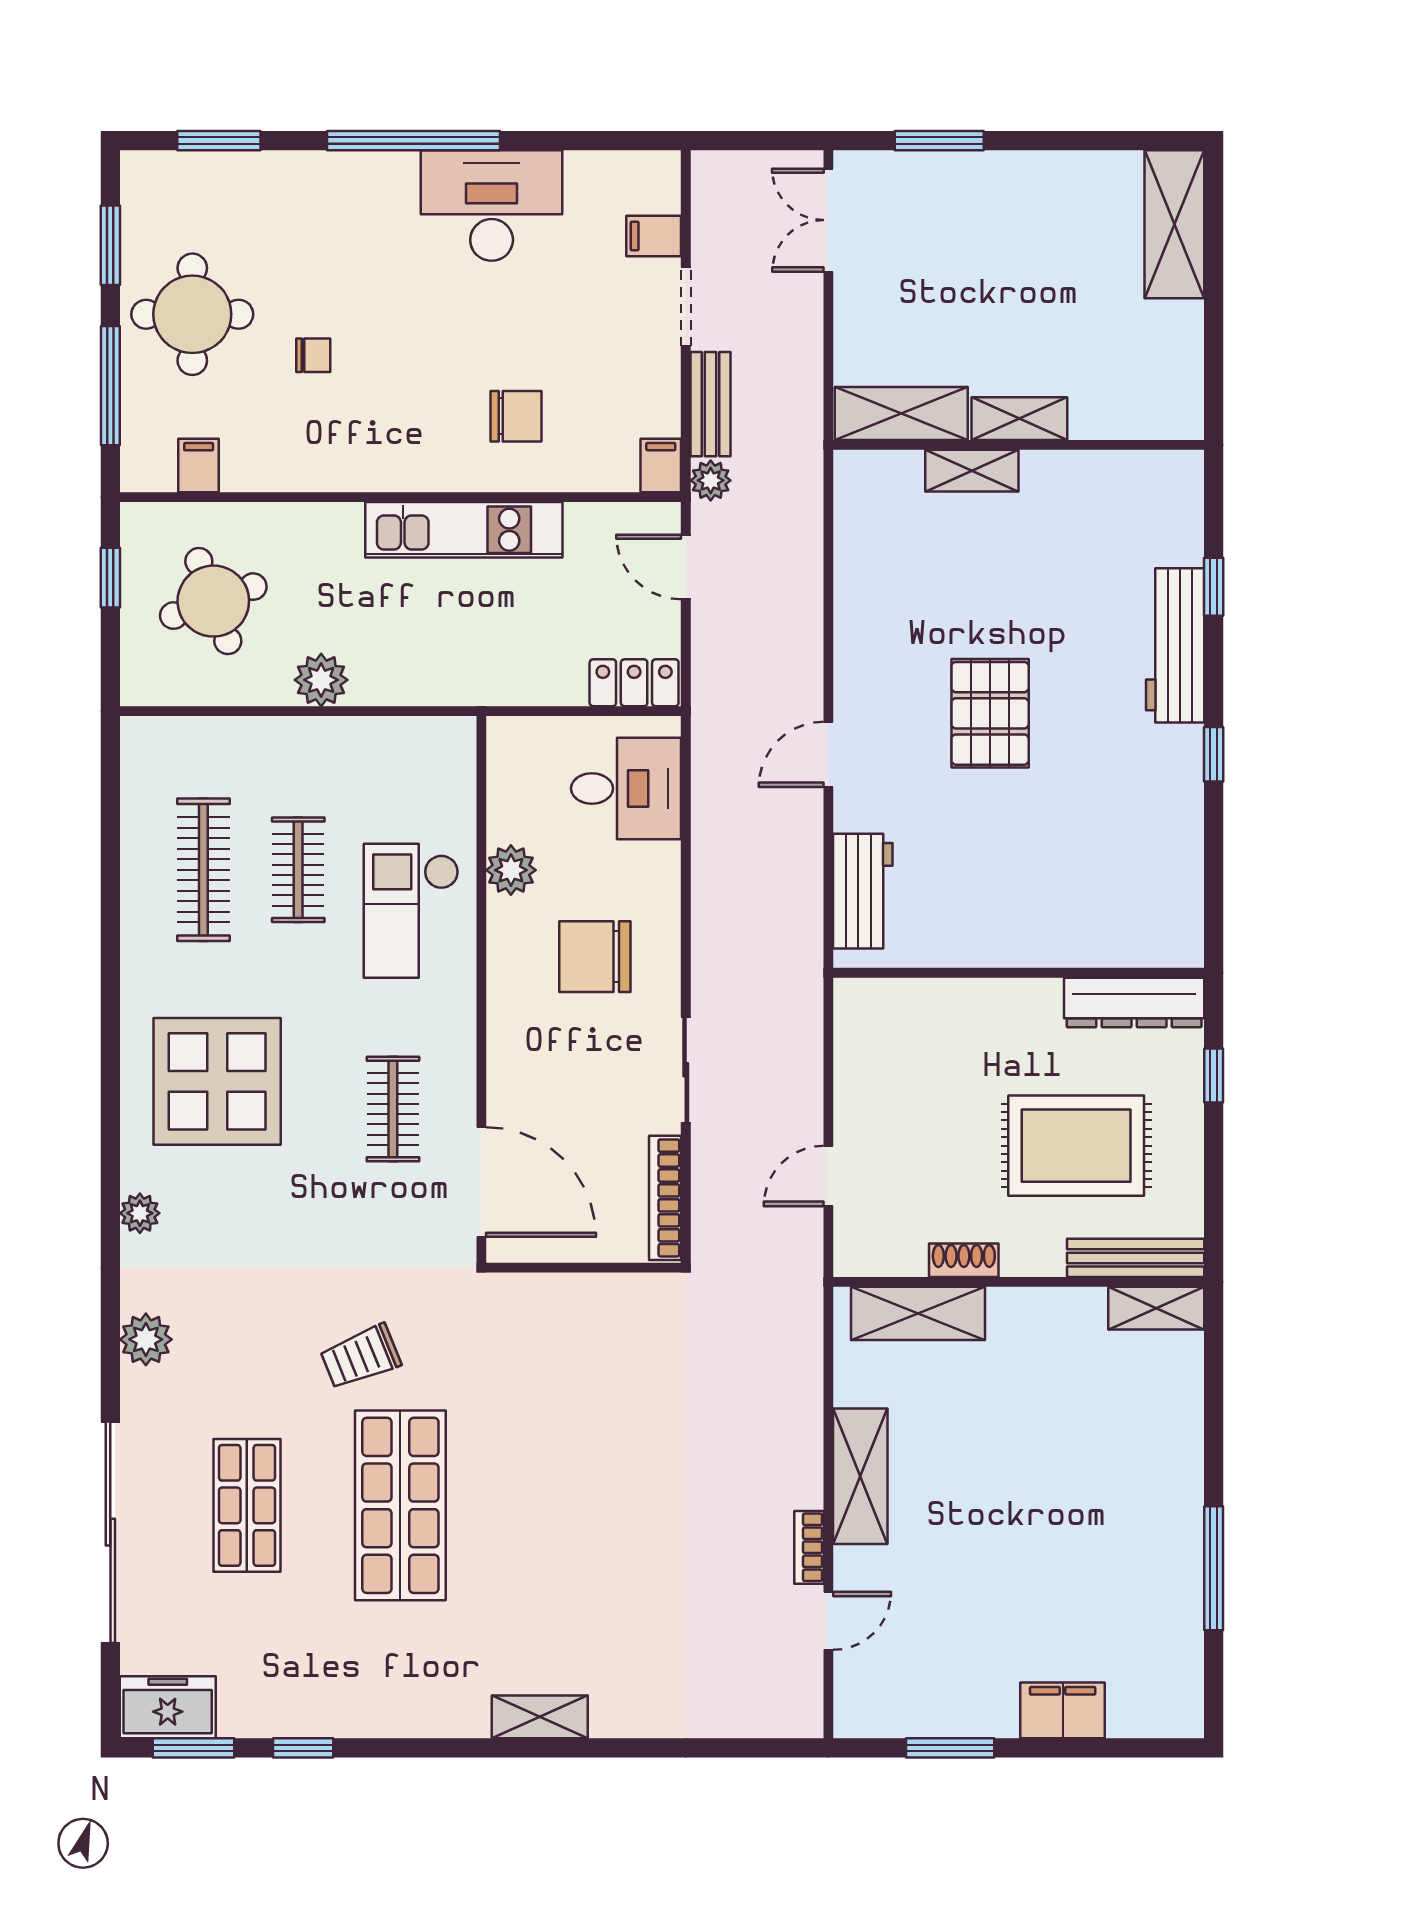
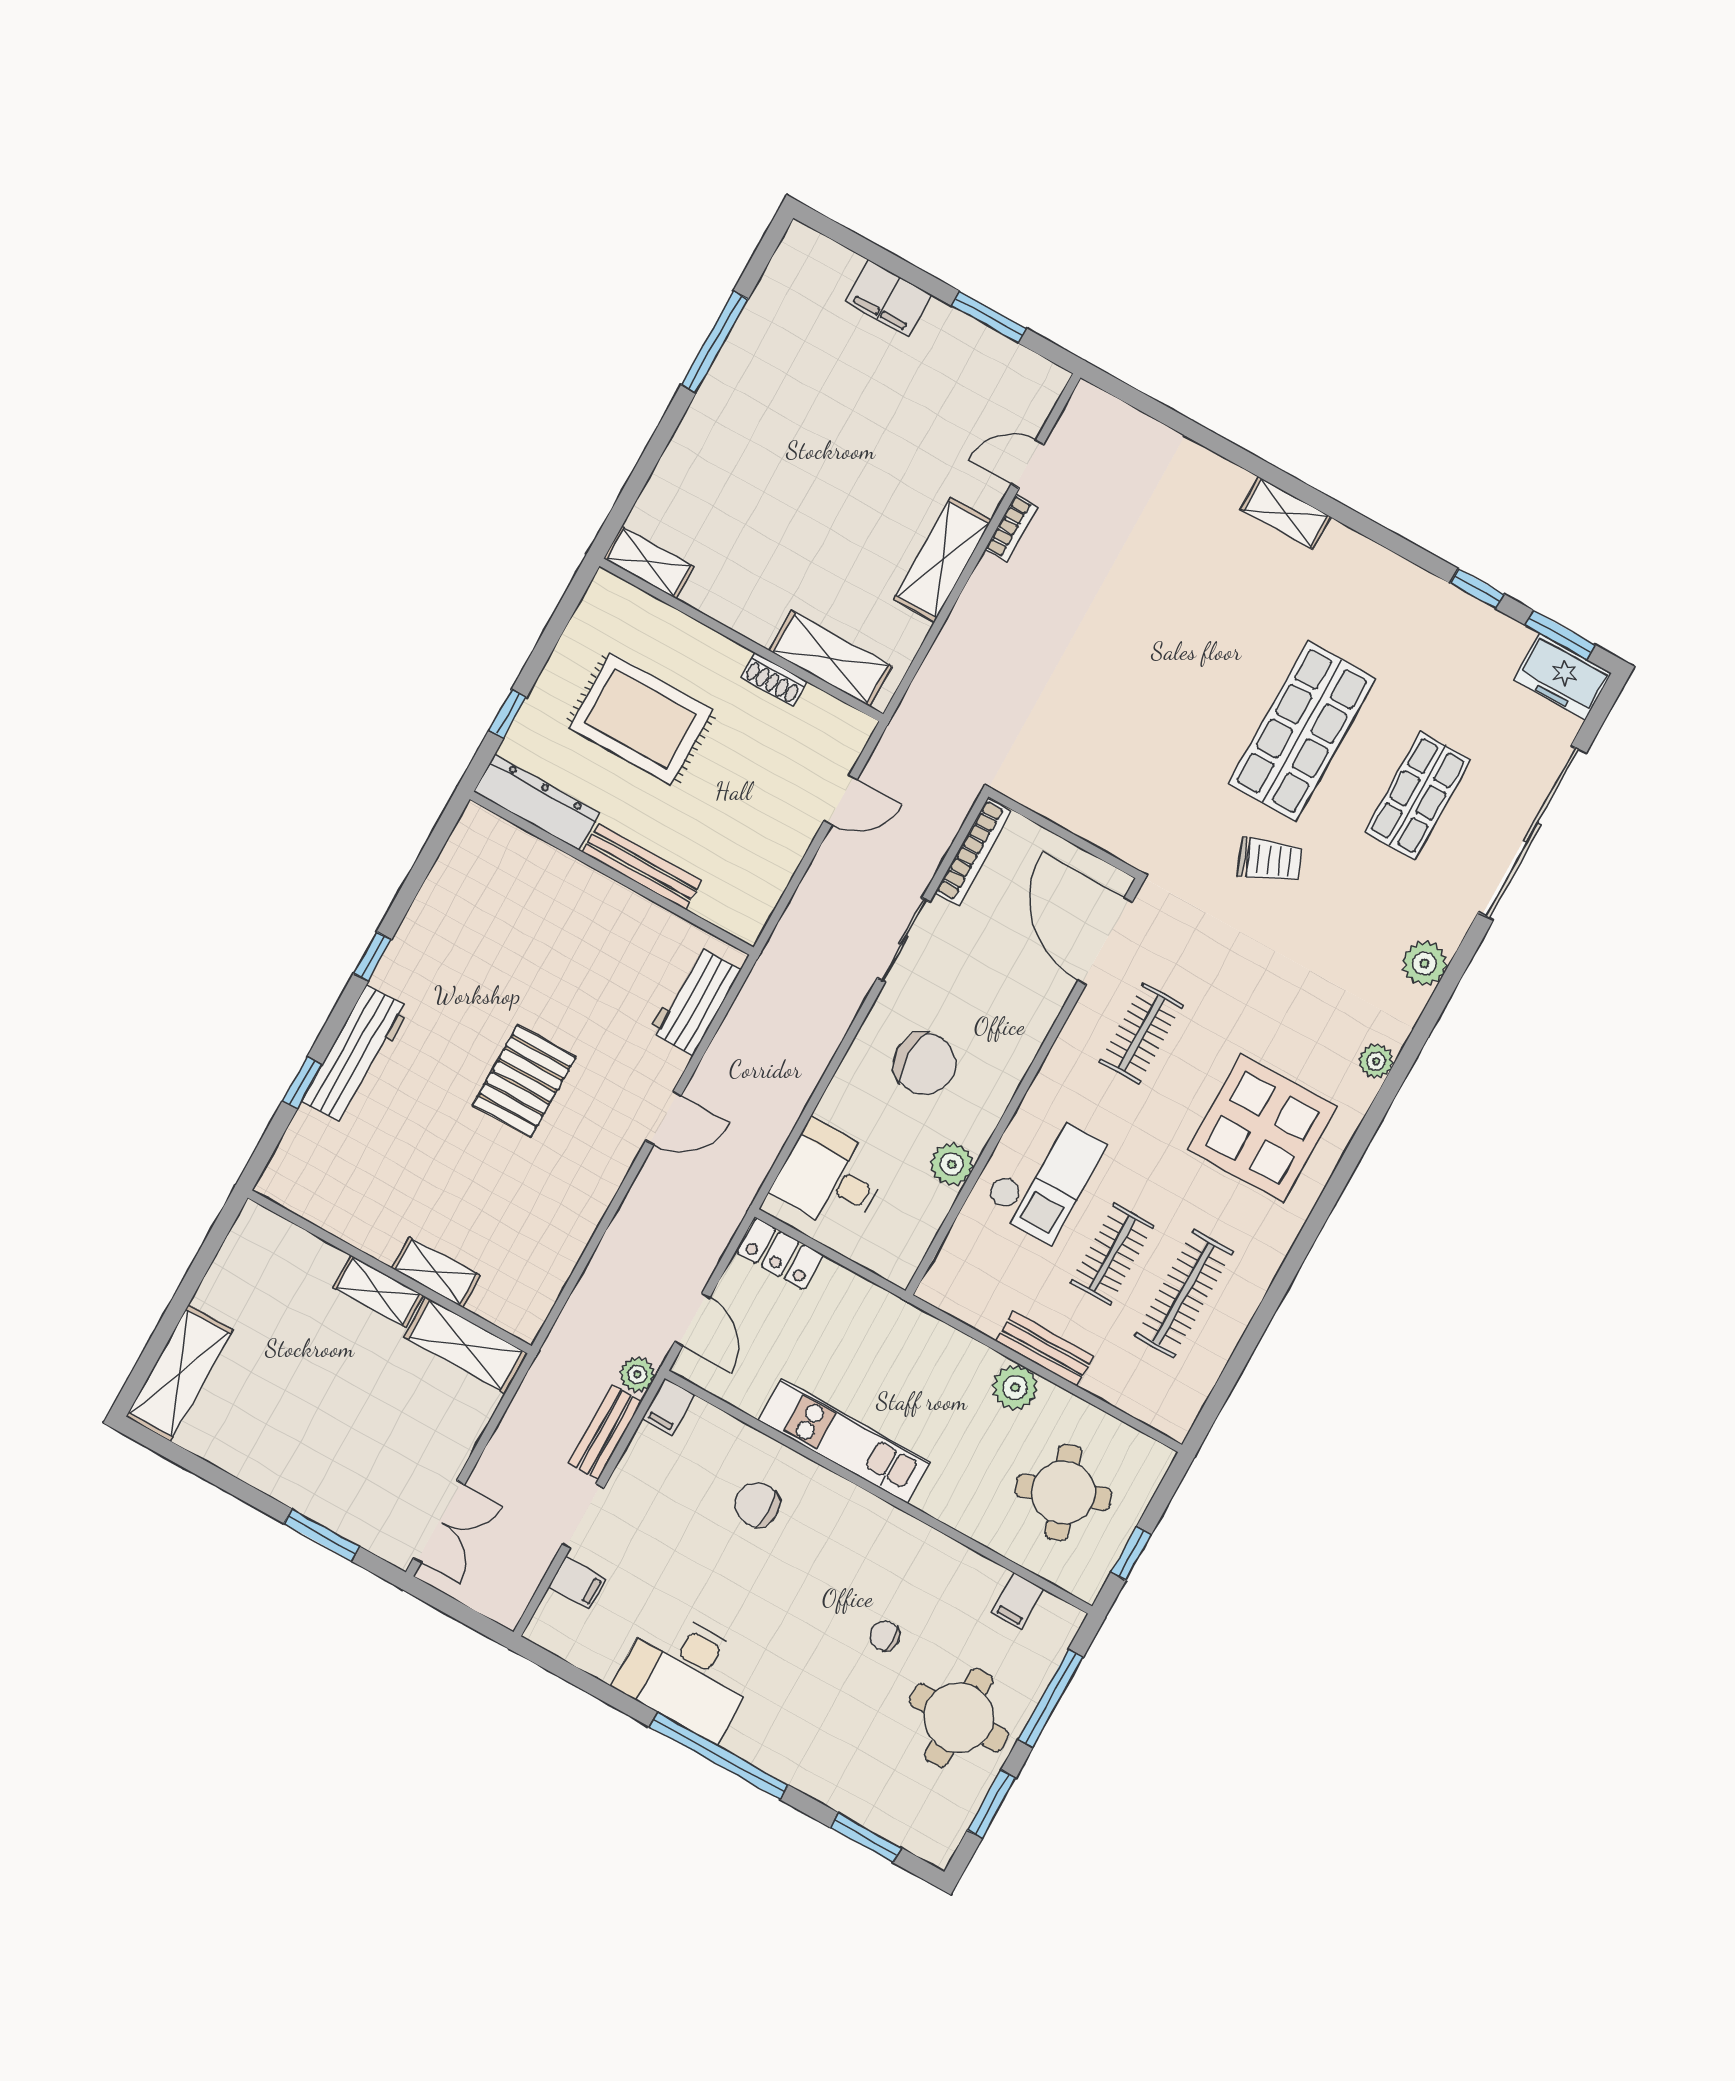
bench: (313, 736) -> (1045, 1348), added
bench: (1136, 1258) -> (642, 867), moved

